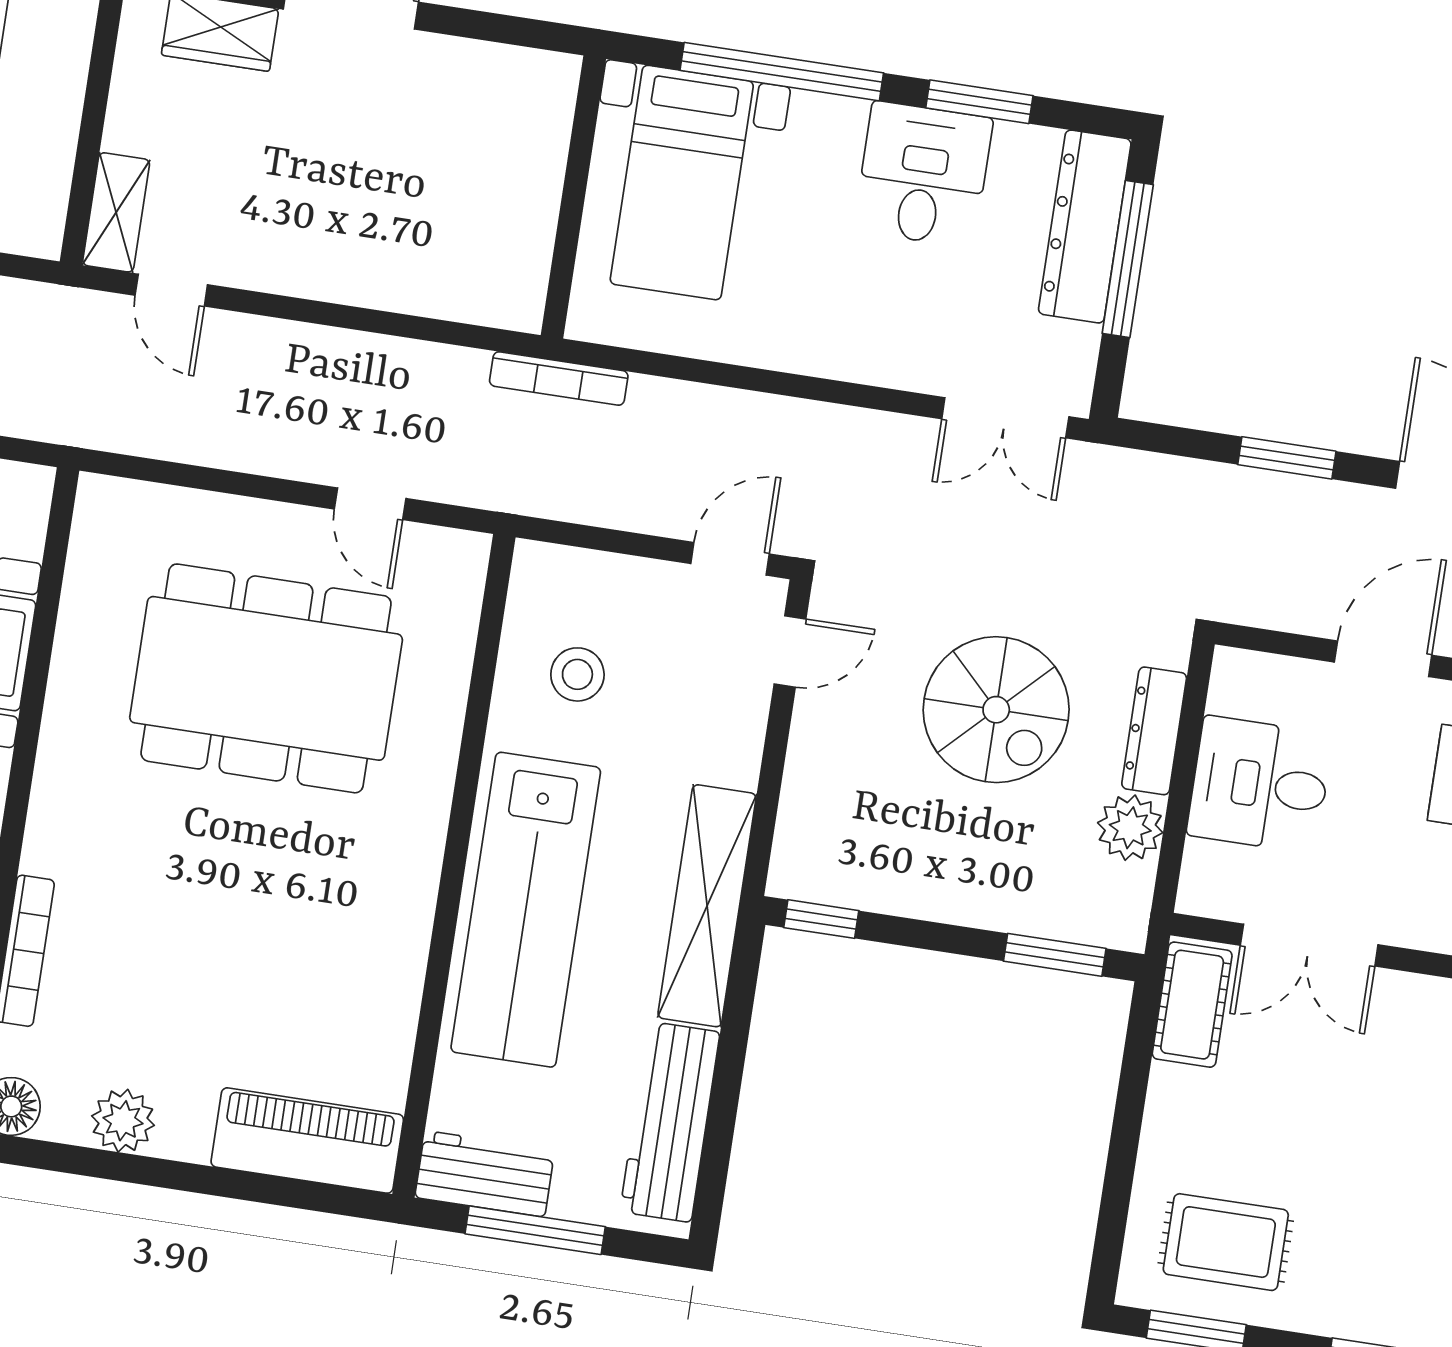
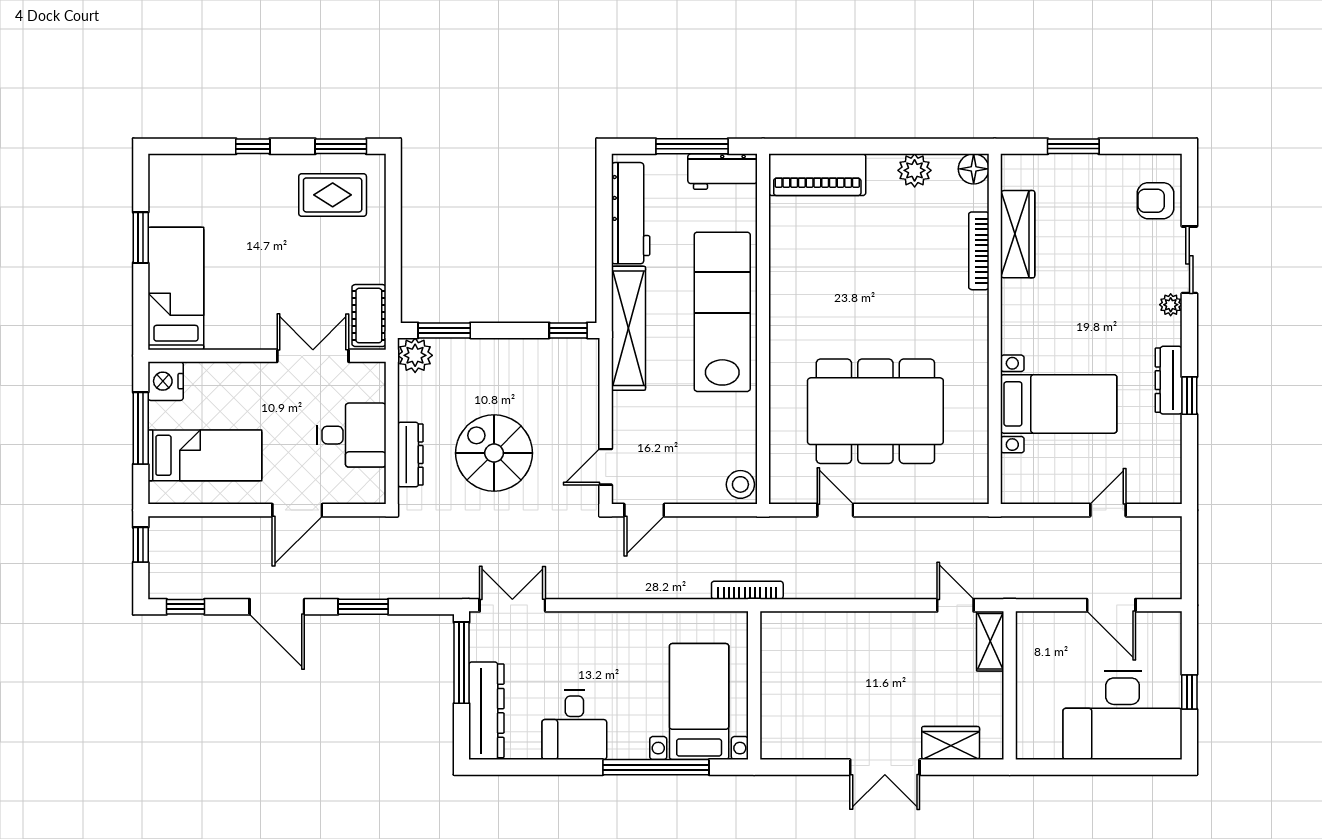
window: (979, 102) -> (551, 767), removed
window: (1128, 259) -> (462, 663), moved
stool: (577, 674) -> (740, 484), moved
plant: (1130, 828) -> (415, 355), moved

